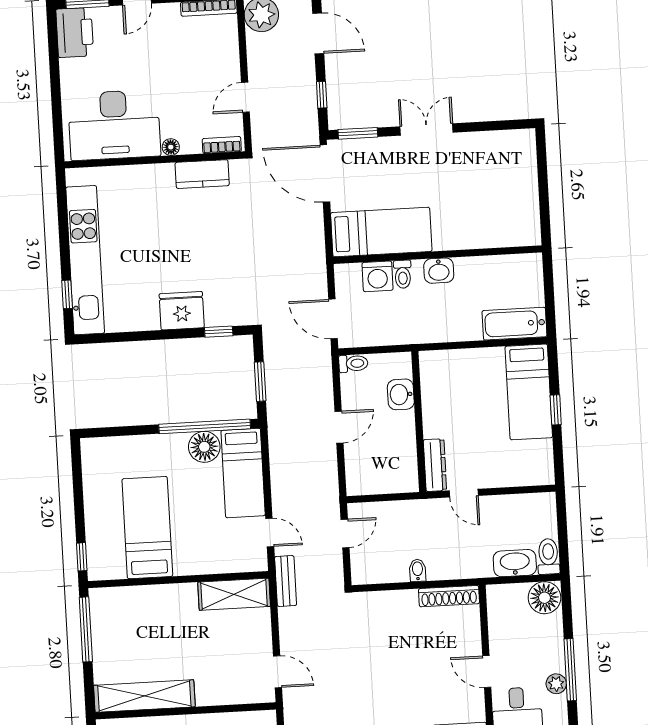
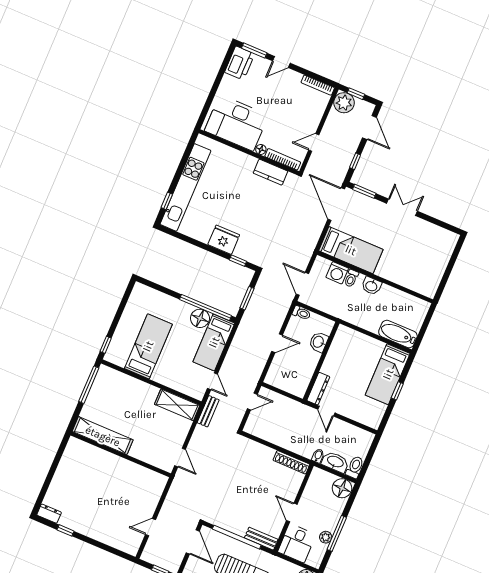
bookcase: (222, 145) -> (283, 159), width x1.56
bidet: (418, 570) -> (318, 456), moved

